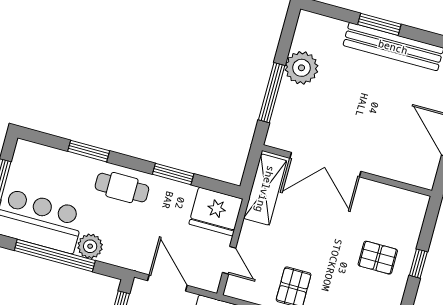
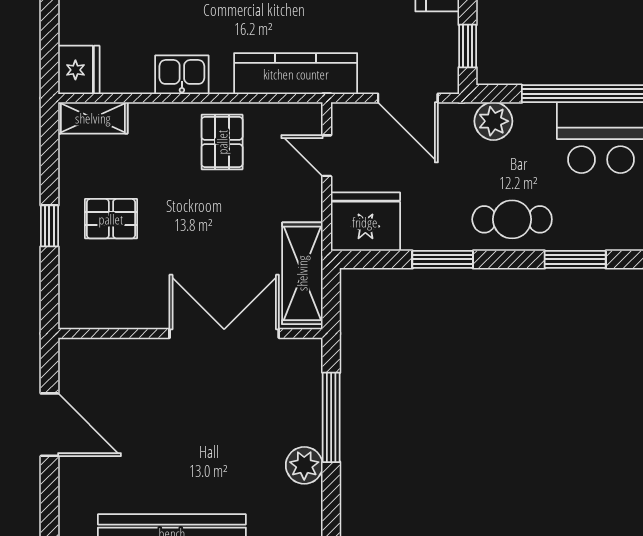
plant: (301, 68) -> (304, 465), width x0.73, depth x0.73
plant: (90, 246) -> (493, 121), moved

